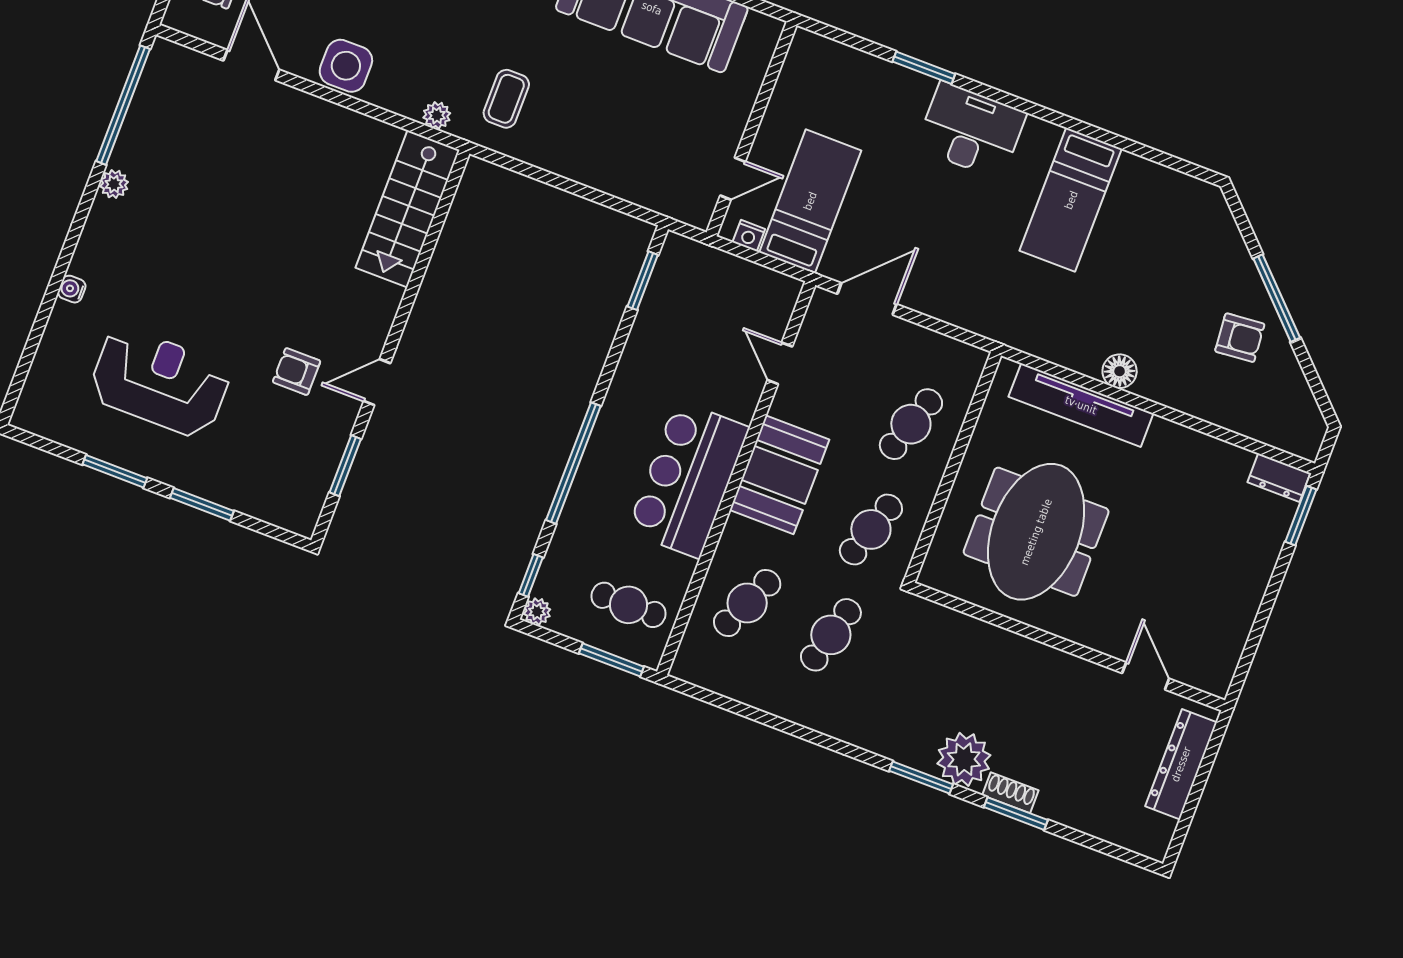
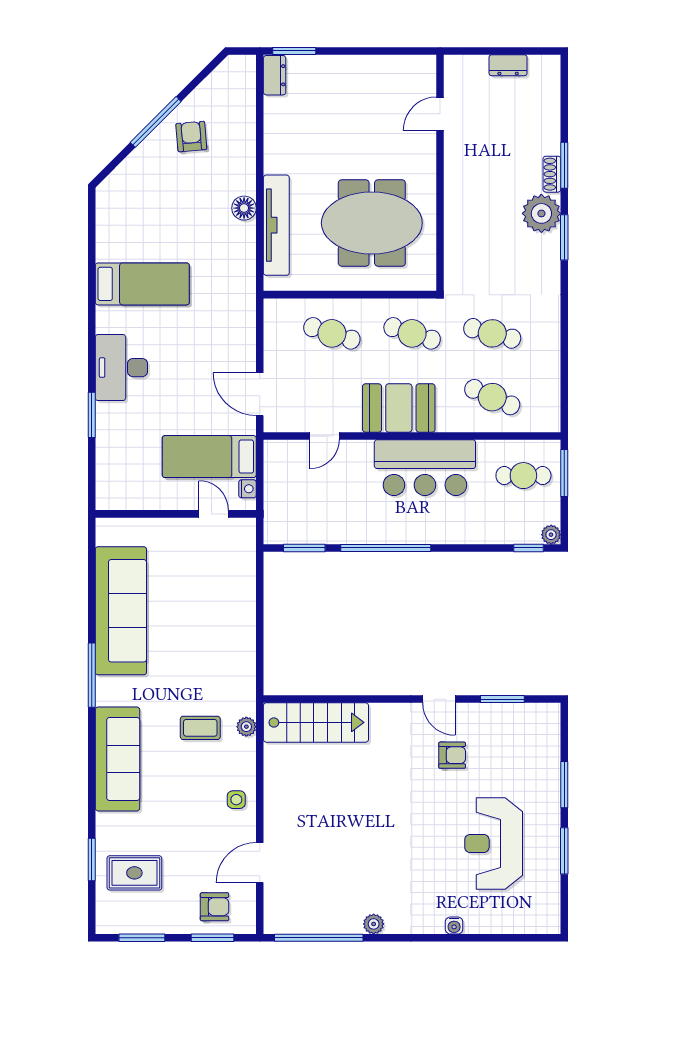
side table: (346, 66) -> (236, 800), width x0.54, depth x0.54
coffee table: (506, 99) -> (200, 728), moved
armchair: (297, 372) -> (452, 755), turned -90
window: (573, 463) -> (386, 548), moved
cafe table: (628, 605) -> (523, 476), turned 90
dresser: (1181, 764) -> (508, 65), width x0.51, depth x0.80

